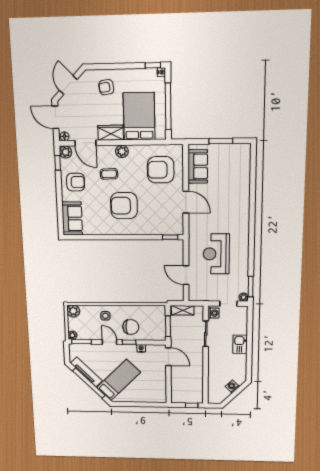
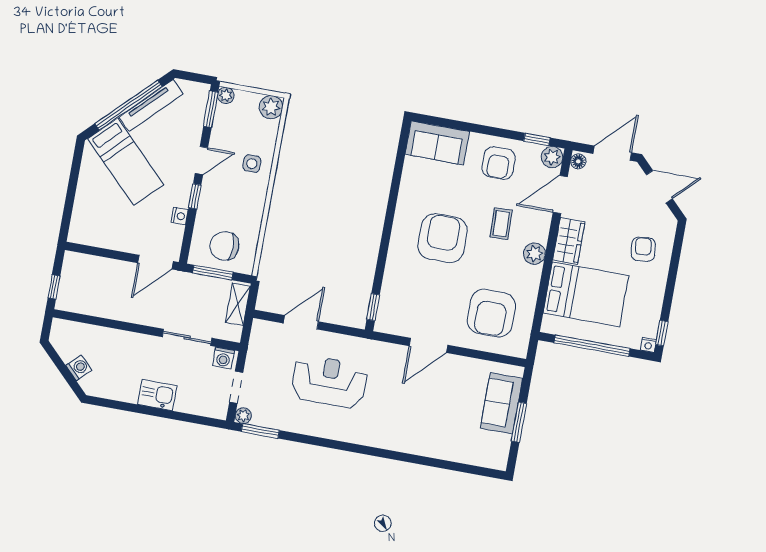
sofa: (198, 166) -> (501, 403), moved, turned 90
armchair: (161, 170) -> (491, 313), turned 180
chair: (131, 327) -> (224, 246), moved, turned 90

